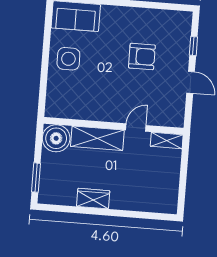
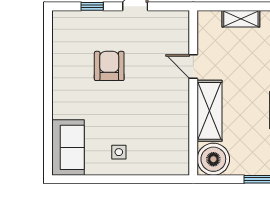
side table: (68, 59) -> (119, 152), width x0.54, depth x0.54
shelving: (167, 140) -> (241, 19), moved, turned 90

